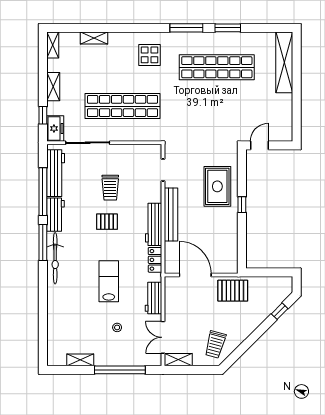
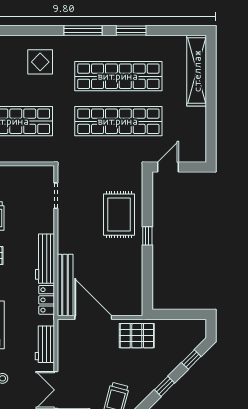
shop shelf: (217, 106) -> (118, 121), added
bench: (171, 214) -> (65, 285), moved
window: (257, 334) -> (164, 386), added

